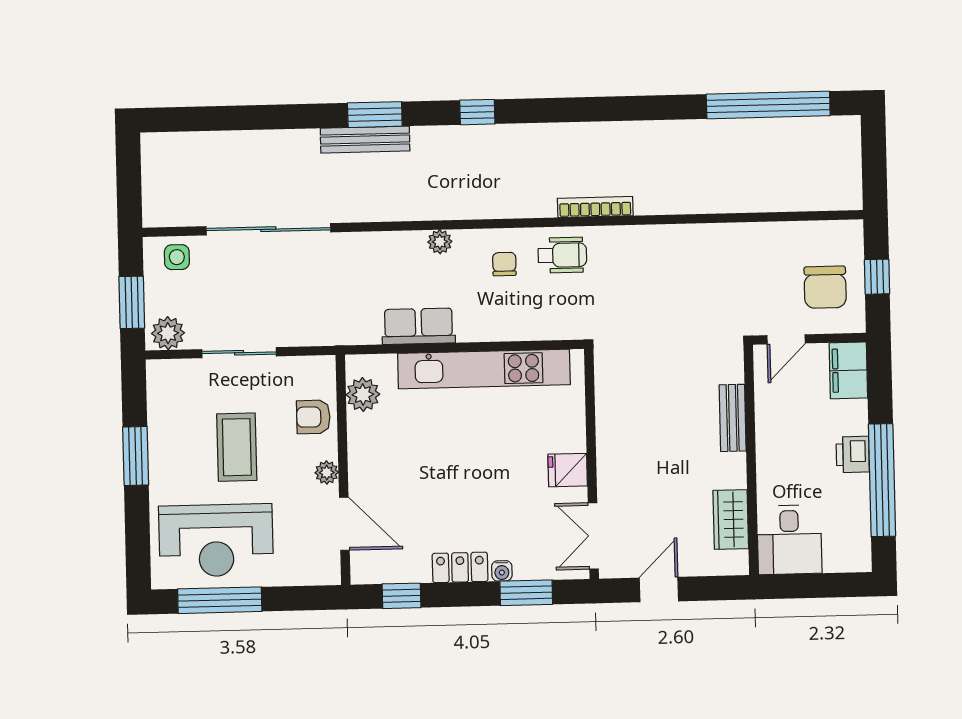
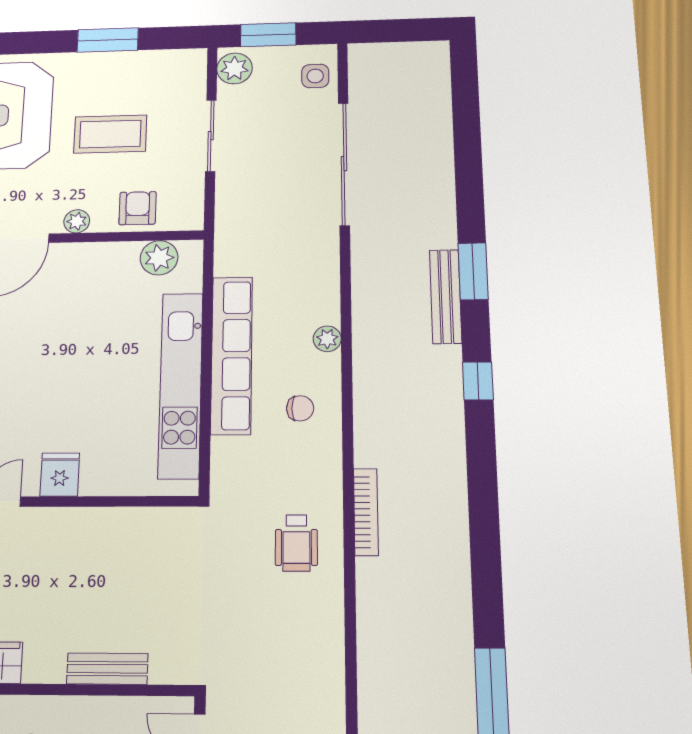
bench: (365, 140) -> (446, 296), moved
wheelchair: (562, 255) -> (296, 543), moved
row of seats: (418, 326) -> (232, 355), width x2.02

